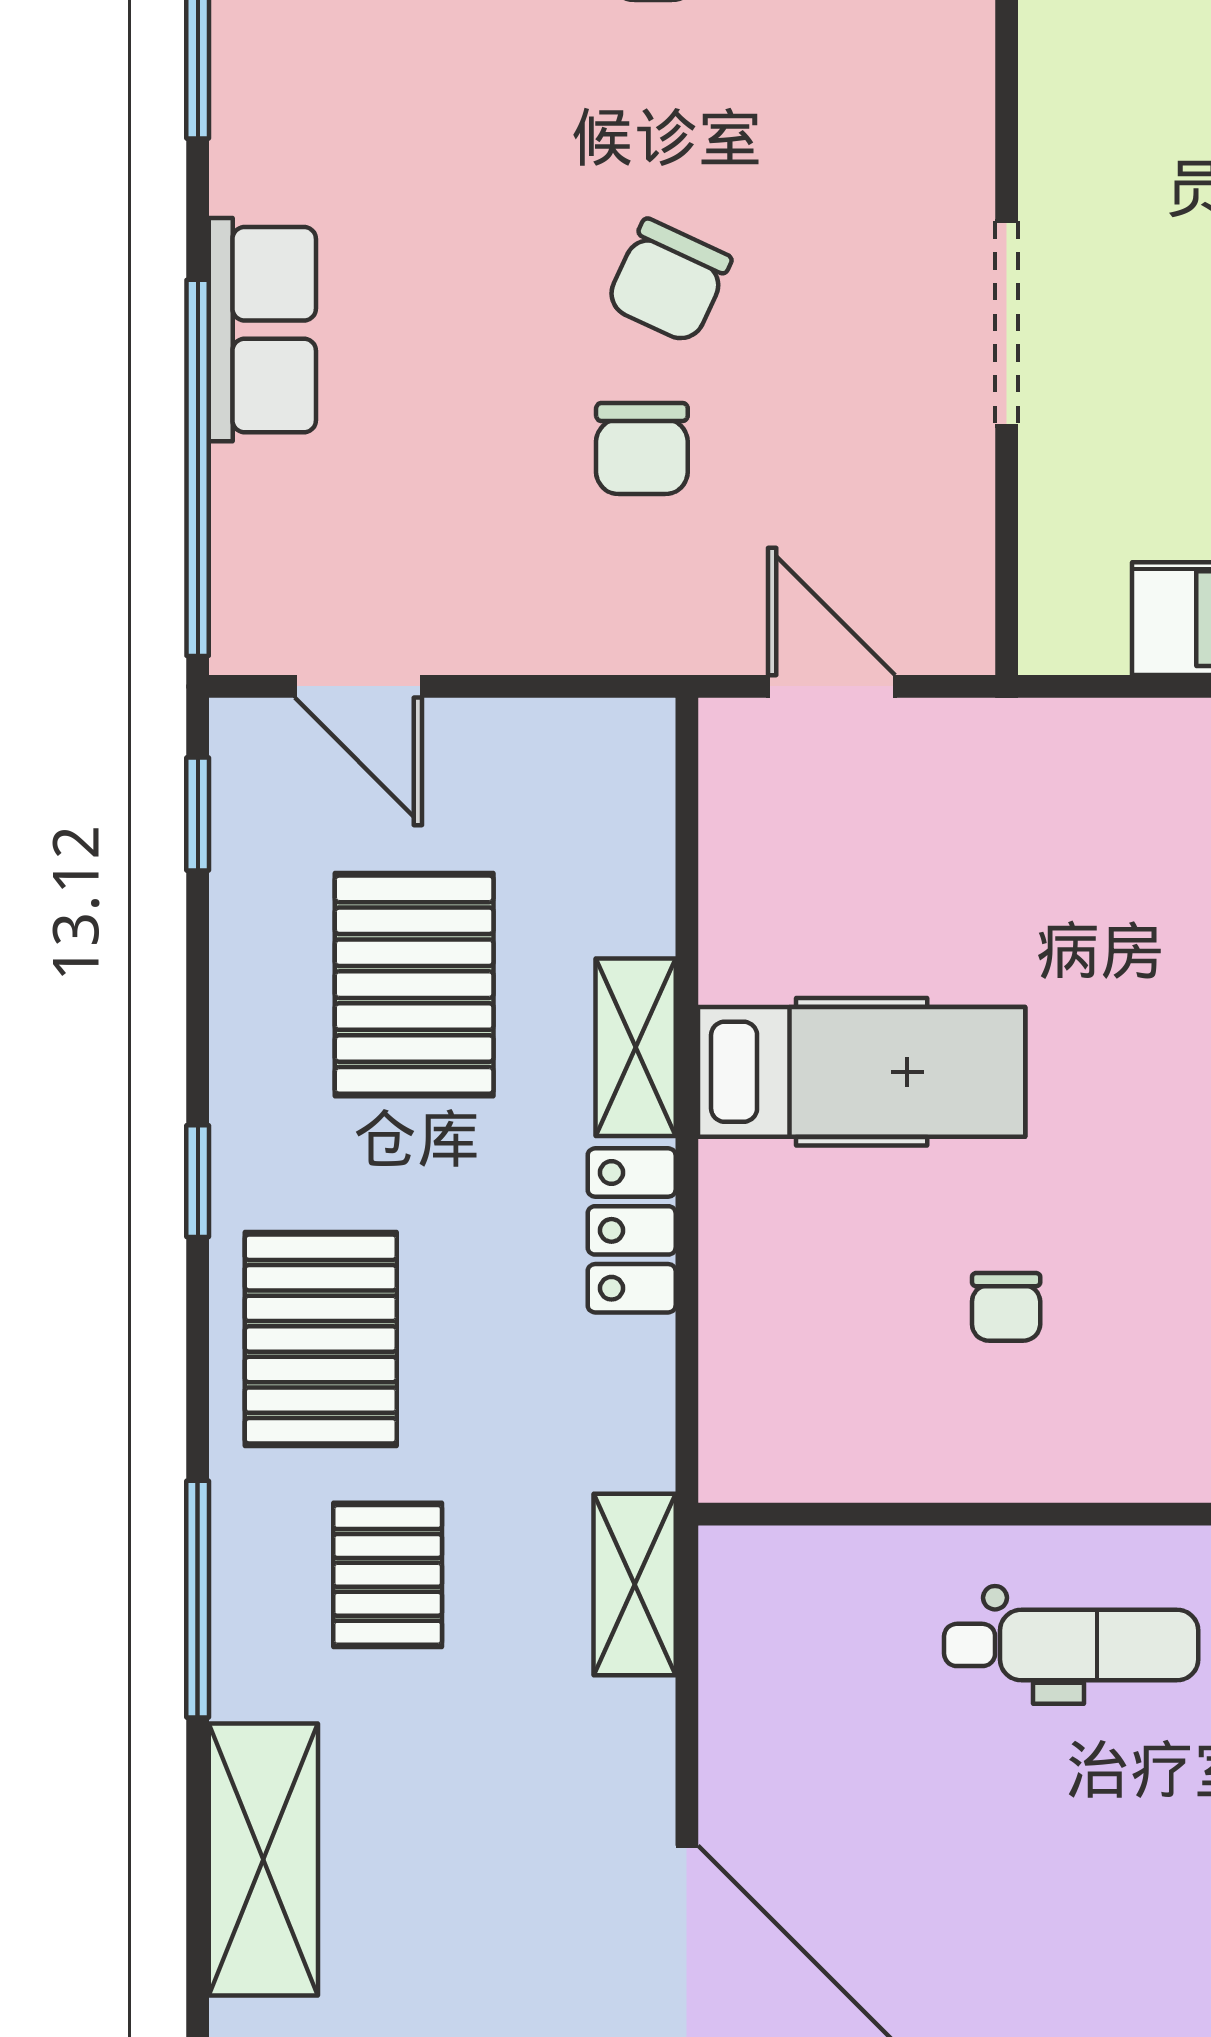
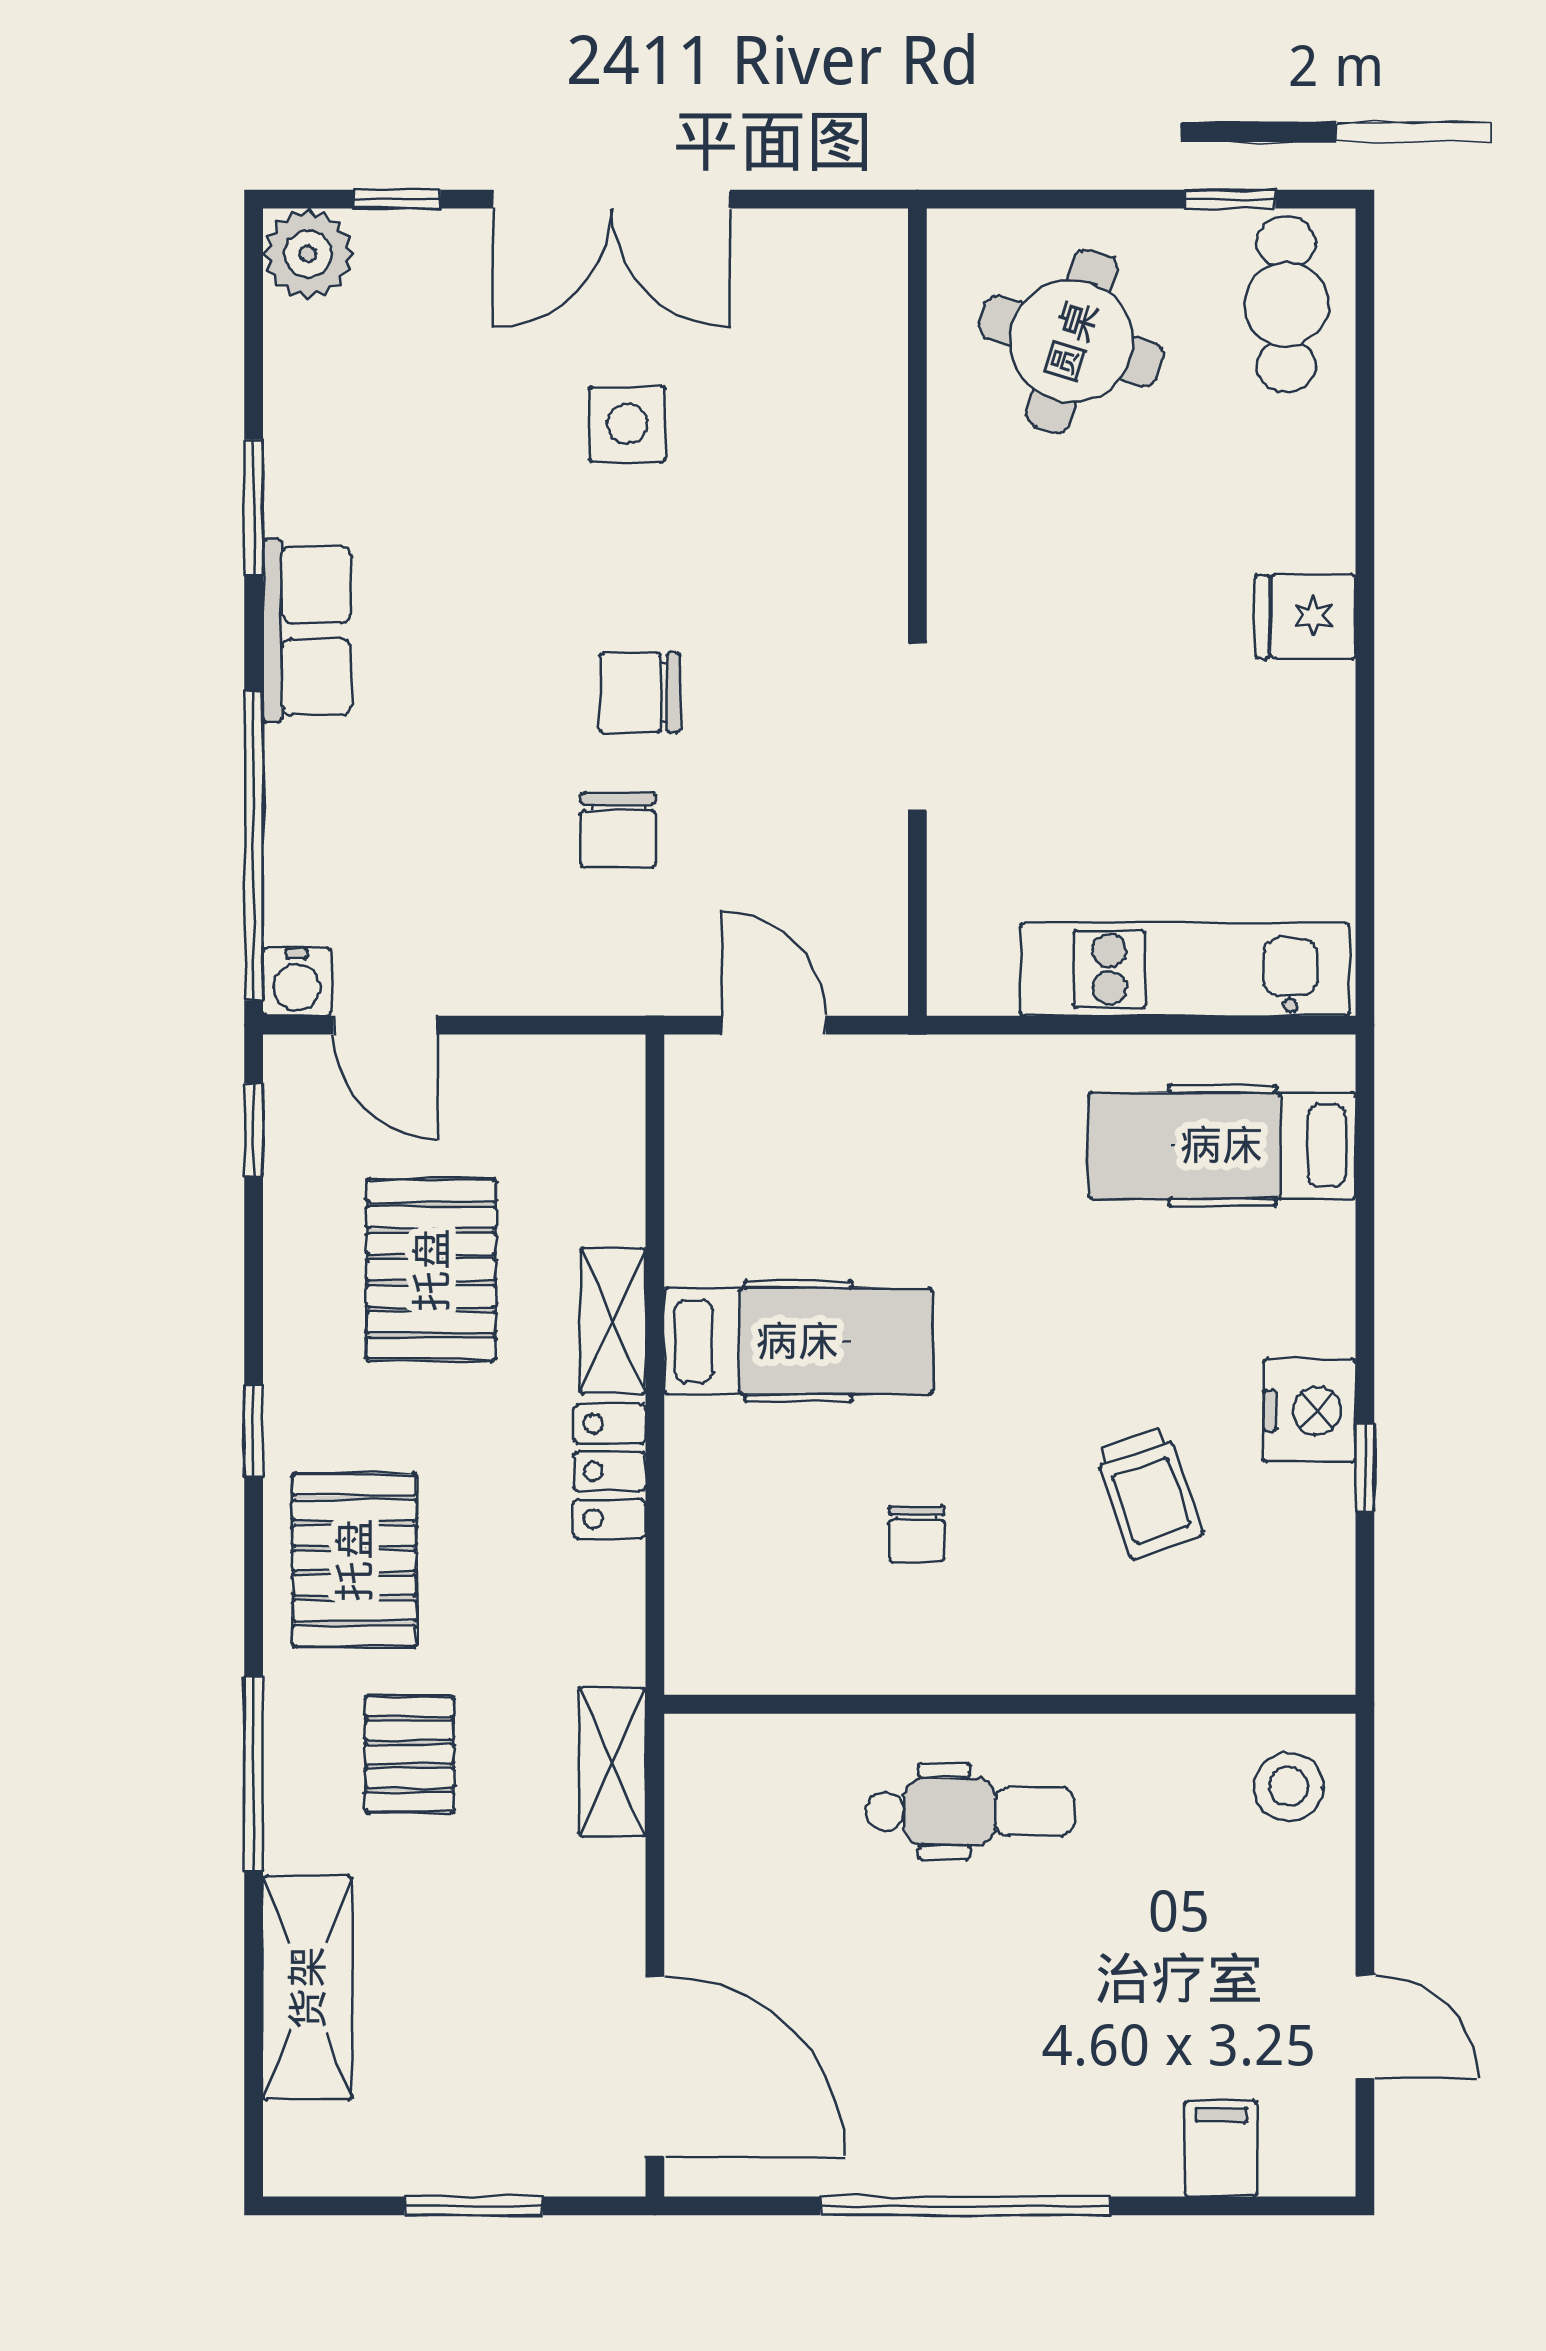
chair: (669, 281) -> (640, 693), turned 65
row of seats: (262, 330) -> (307, 631), moved
water cooler: (250, 634) -> (297, 982), added

